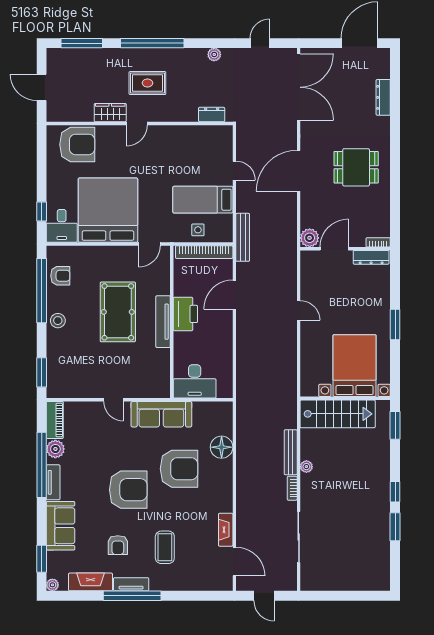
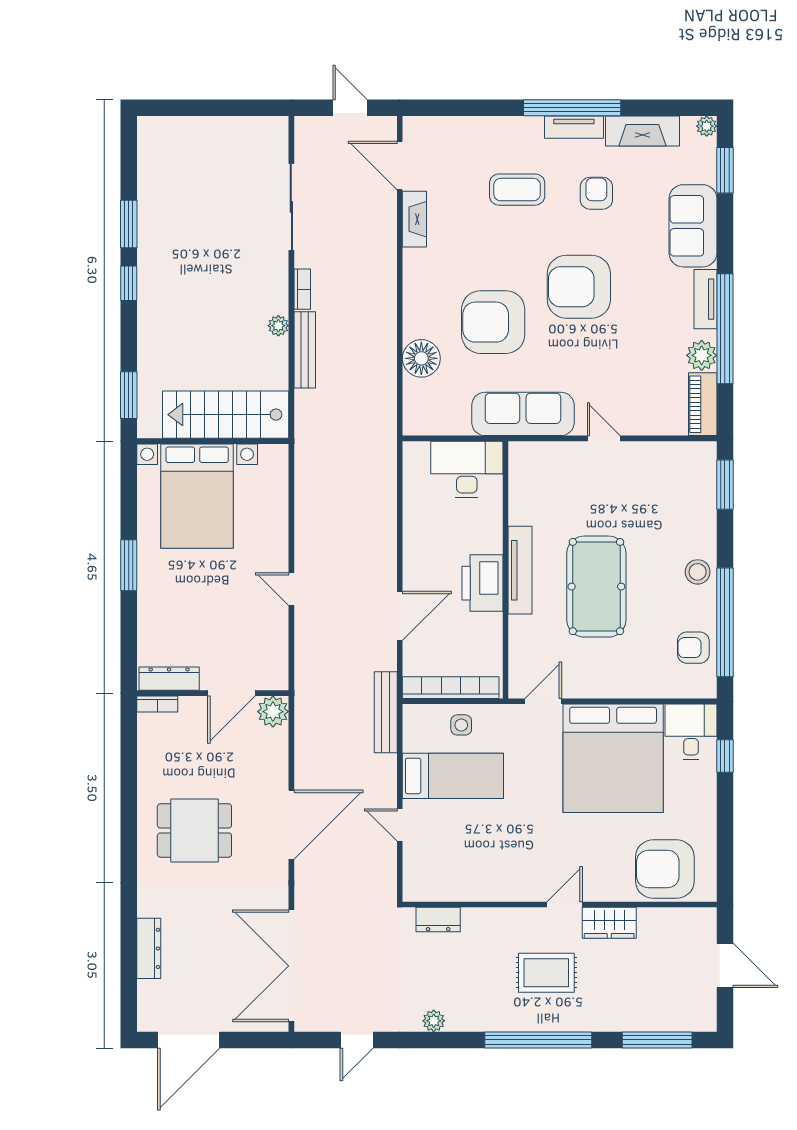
coffee table: (165, 547) -> (517, 190), turned 90

